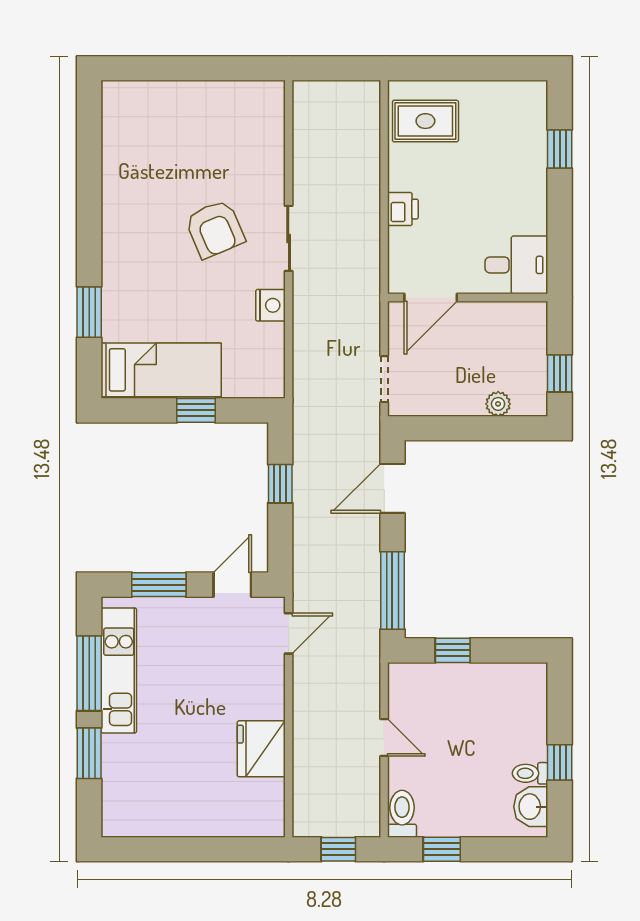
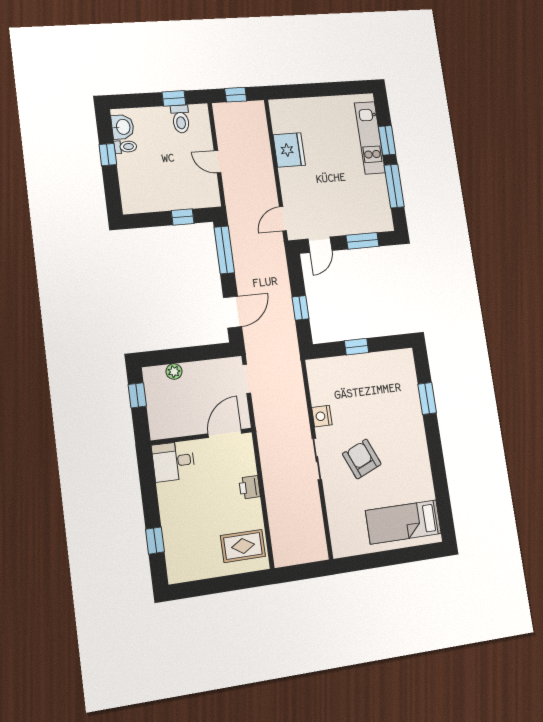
bed: (161, 370) -> (403, 522), moved
kitchen unit: (119, 670) -> (370, 138), moved
toilet: (402, 814) -> (181, 119), moved

